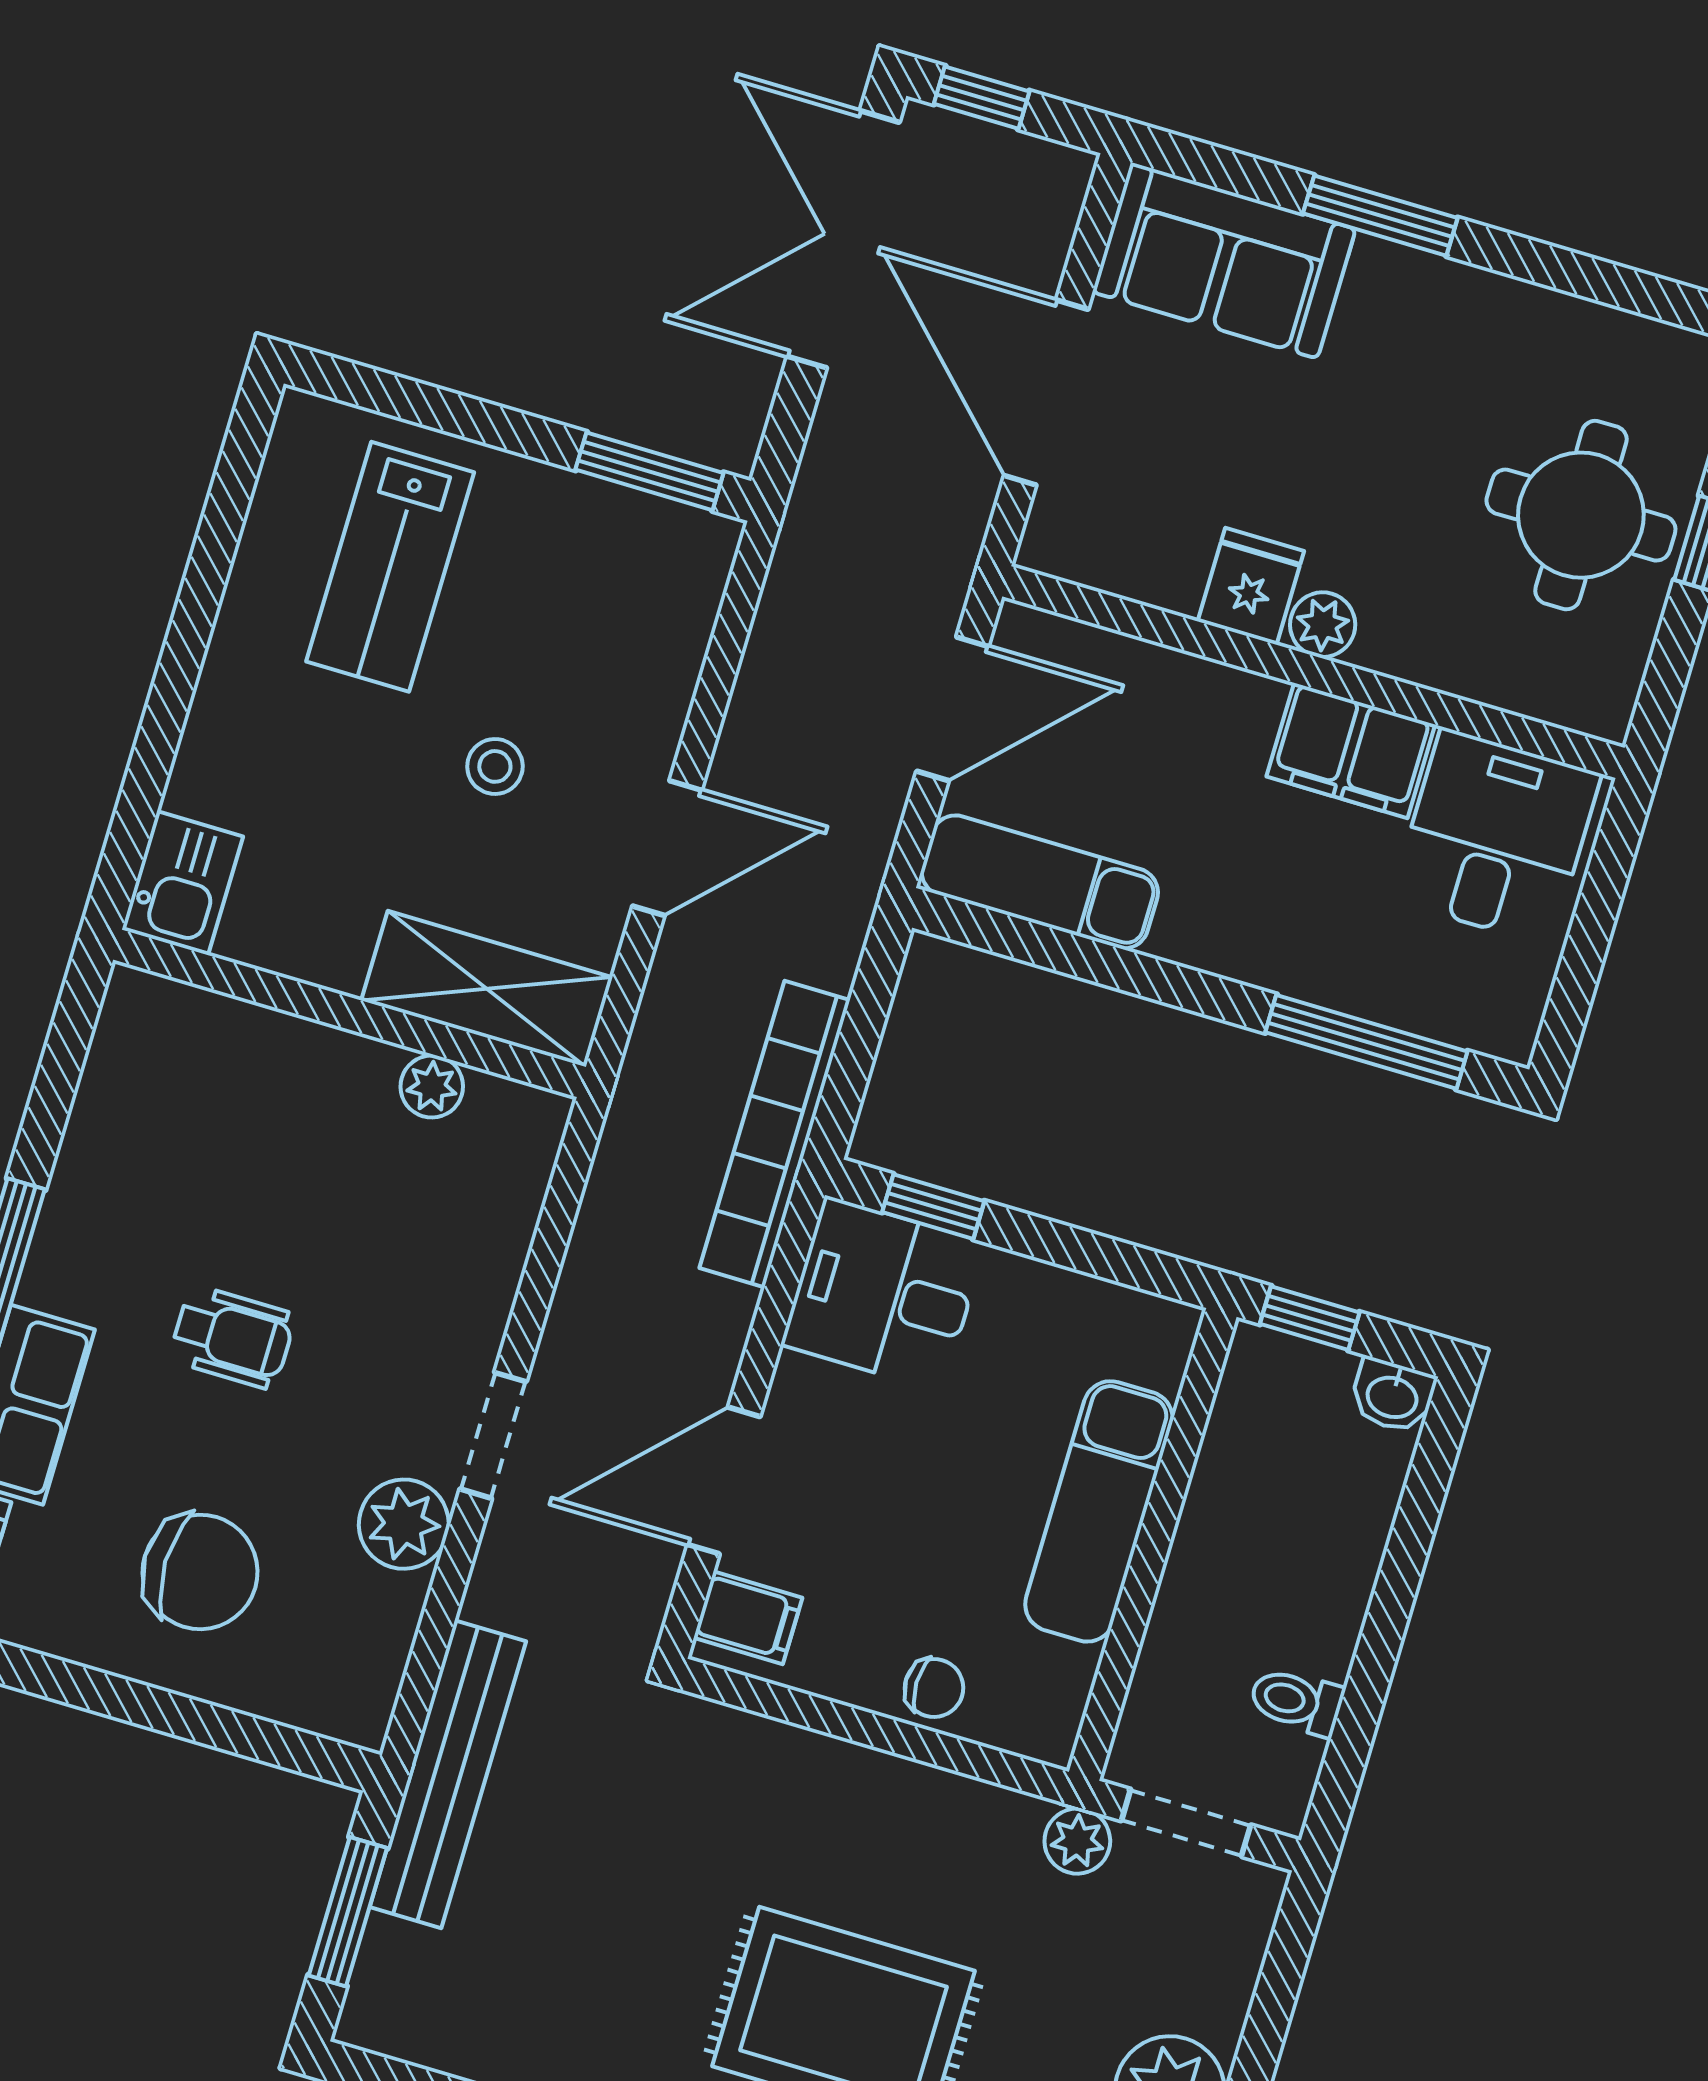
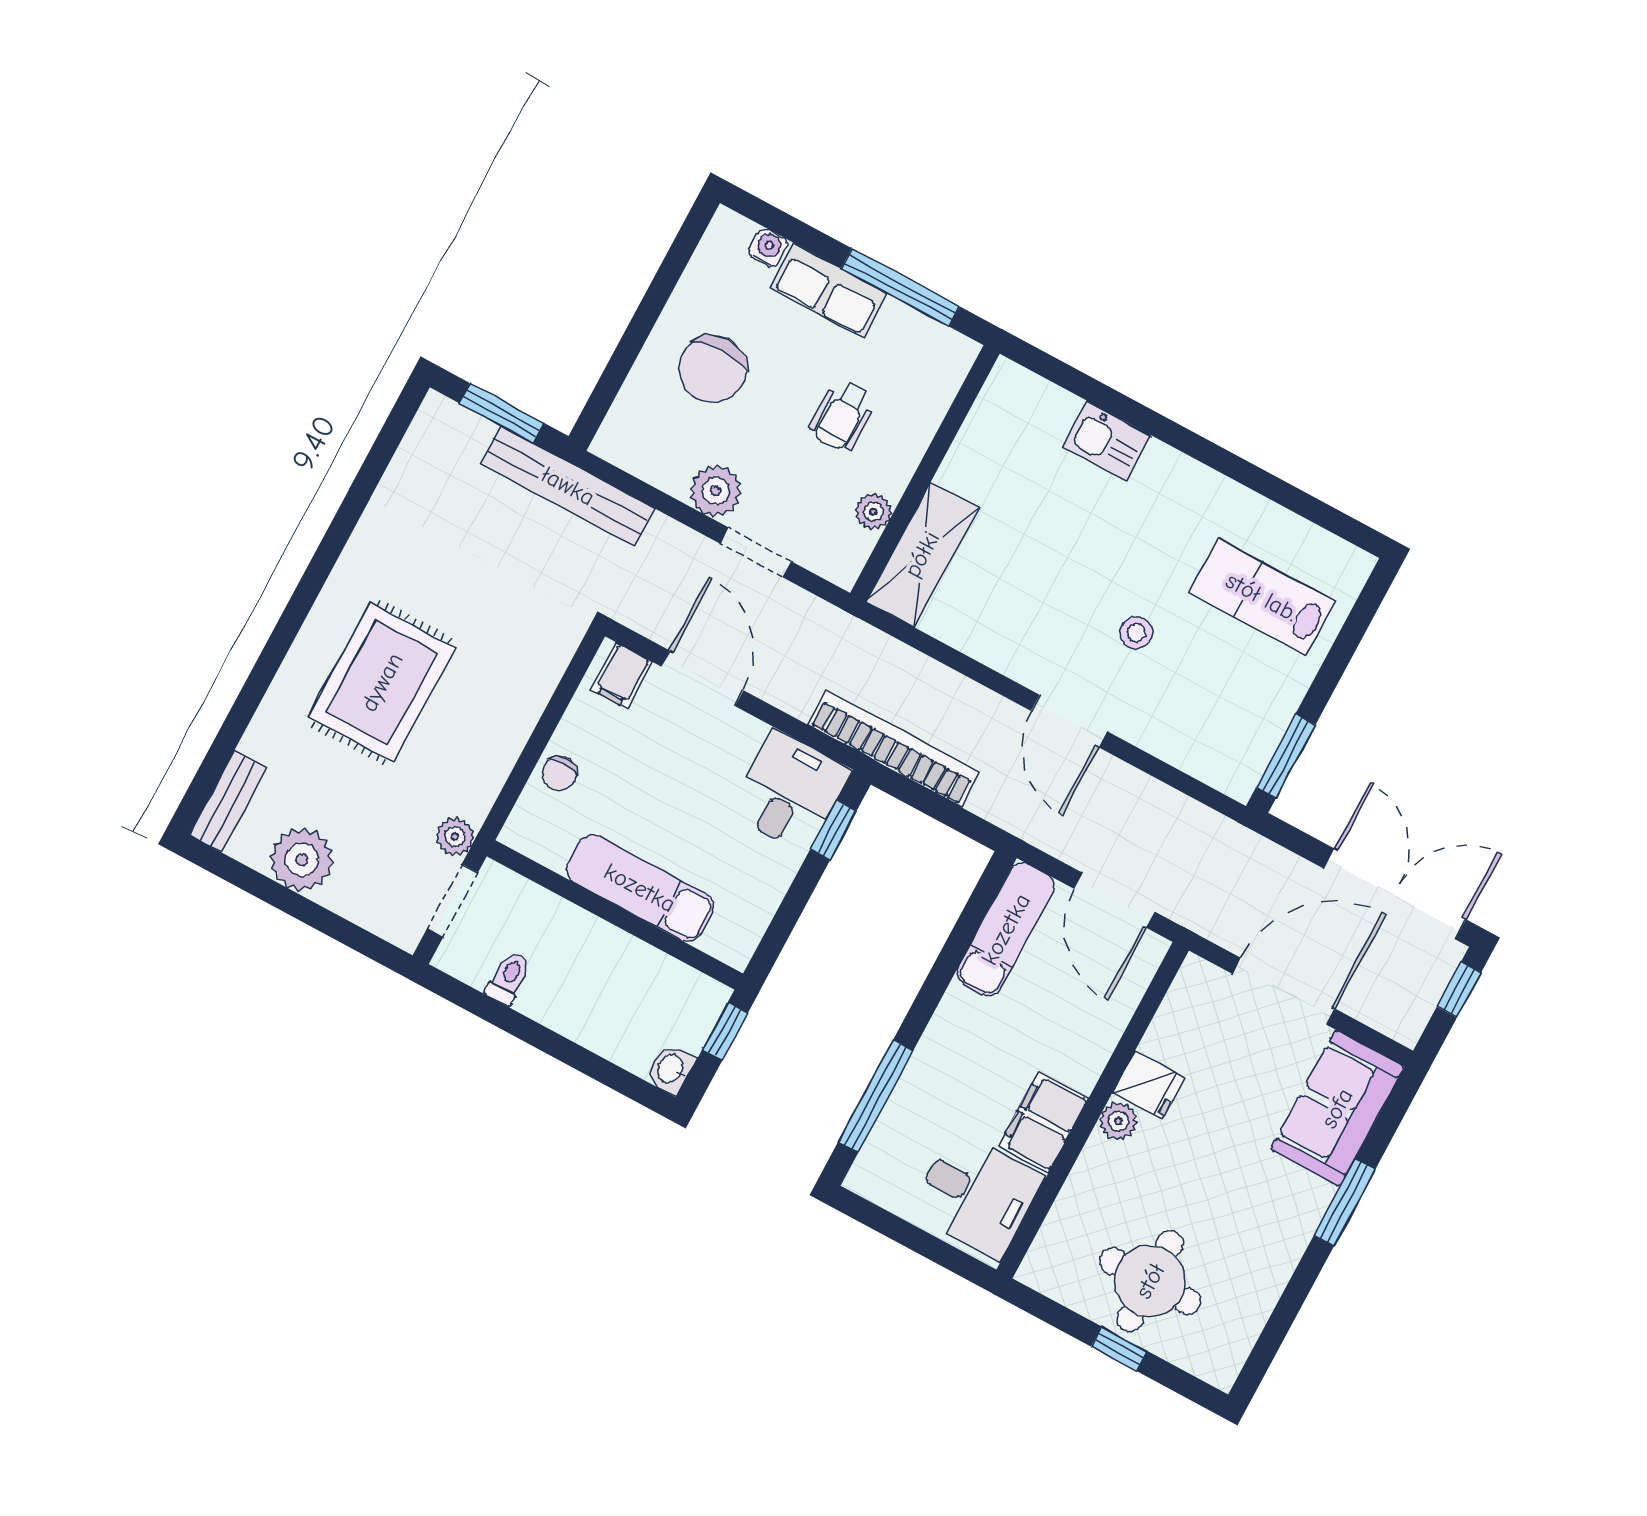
shelving: (487, 989) -> (922, 554), moved
wall: (349, 1013) -> (925, 473), moved
plant: (432, 1087) -> (873, 511), moved

